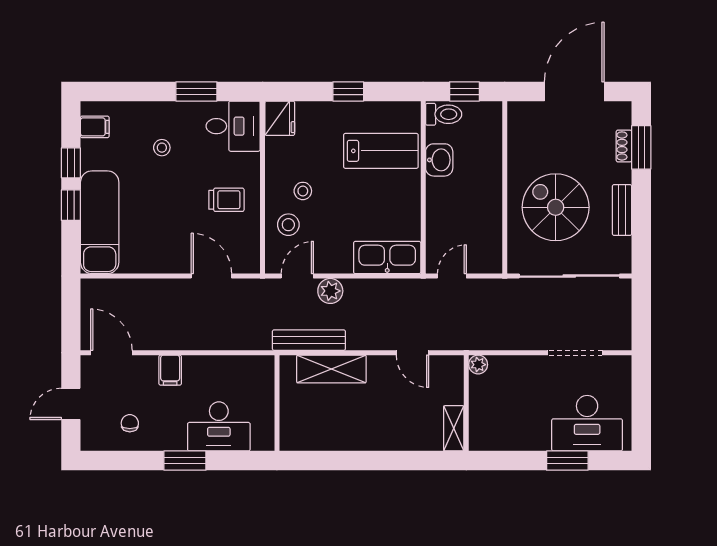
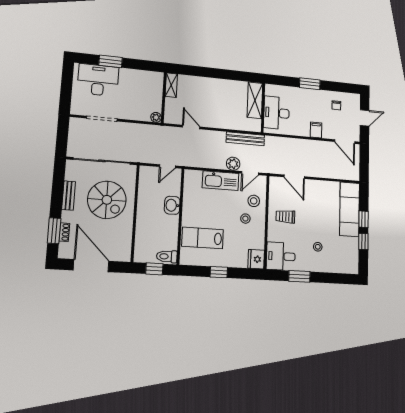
door: (574, 91) -> (91, 266), swing flipped
filing cabinet: (95, 127) -> (351, 260), removed
washbasin: (439, 160) -> (172, 205), moved
kitchen sink: (387, 257) -> (221, 181), moved
shelving: (331, 369) -> (255, 100), moved, turned 90
desk: (219, 426) -> (276, 113), moved, turned -90

